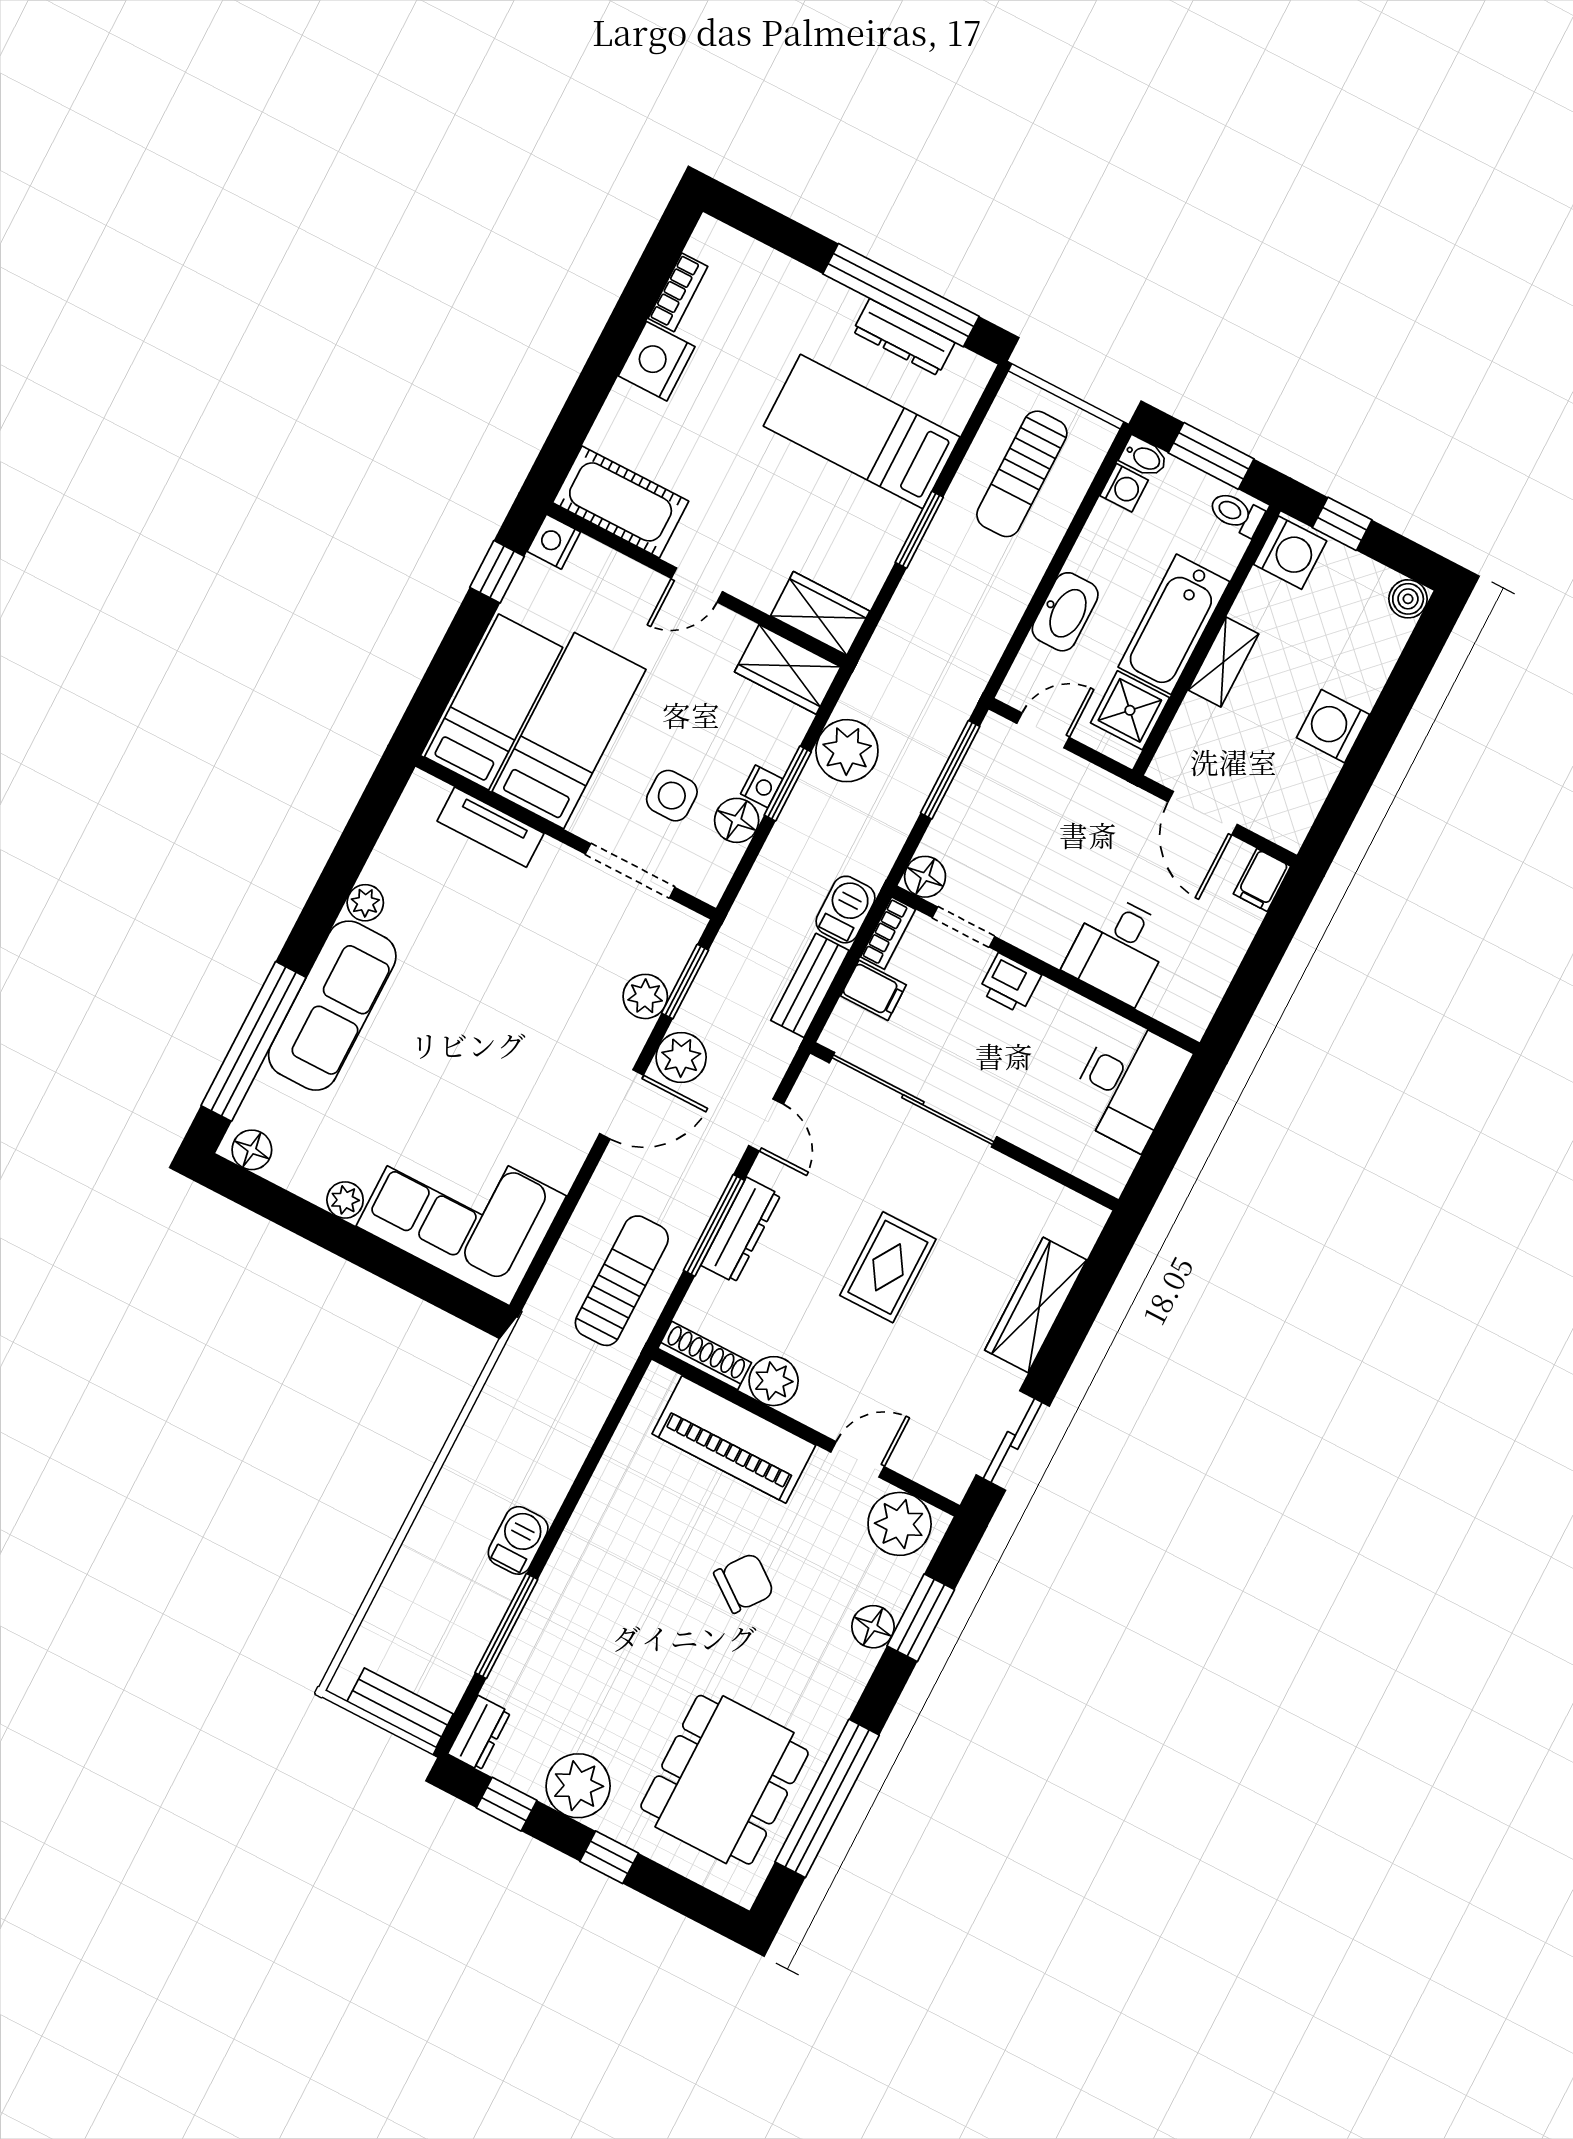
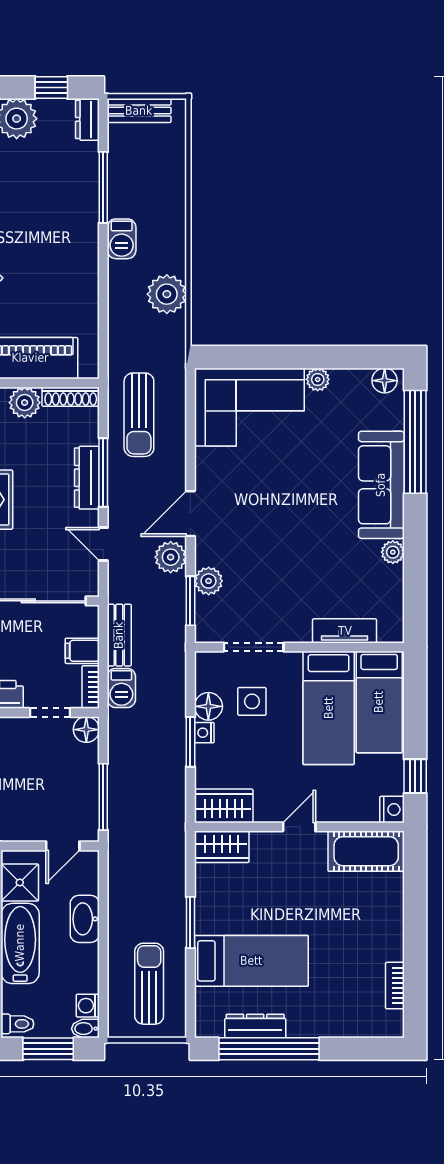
nightstand: (657, 361) -> (387, 941), removed
plant: (847, 751) -> (167, 294), moved

